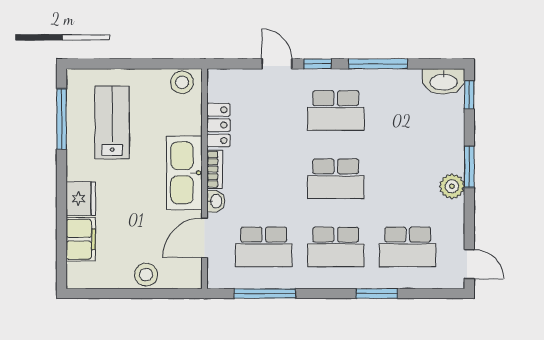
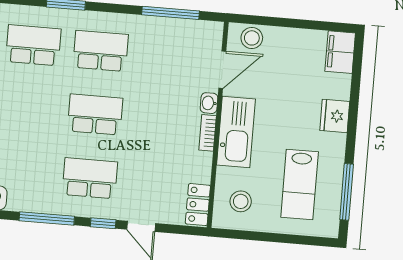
stool: (182, 82) -> (241, 201), moved
locker: (218, 125) -> (198, 205), moved
filing cabinet: (81, 239) -> (340, 52), moved
school desk: (264, 247) -> (168, 57), removed
stool: (146, 275) -> (252, 38), moved

